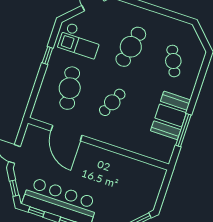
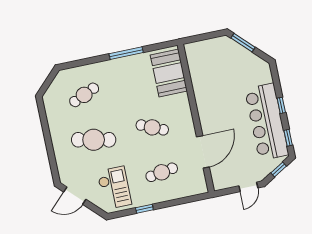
cafe table: (70, 88) -> (162, 172), width x0.73, depth x0.74
booth: (171, 115) -> (169, 73), moved, turned 90
window: (183, 130) -> (126, 53), moved

